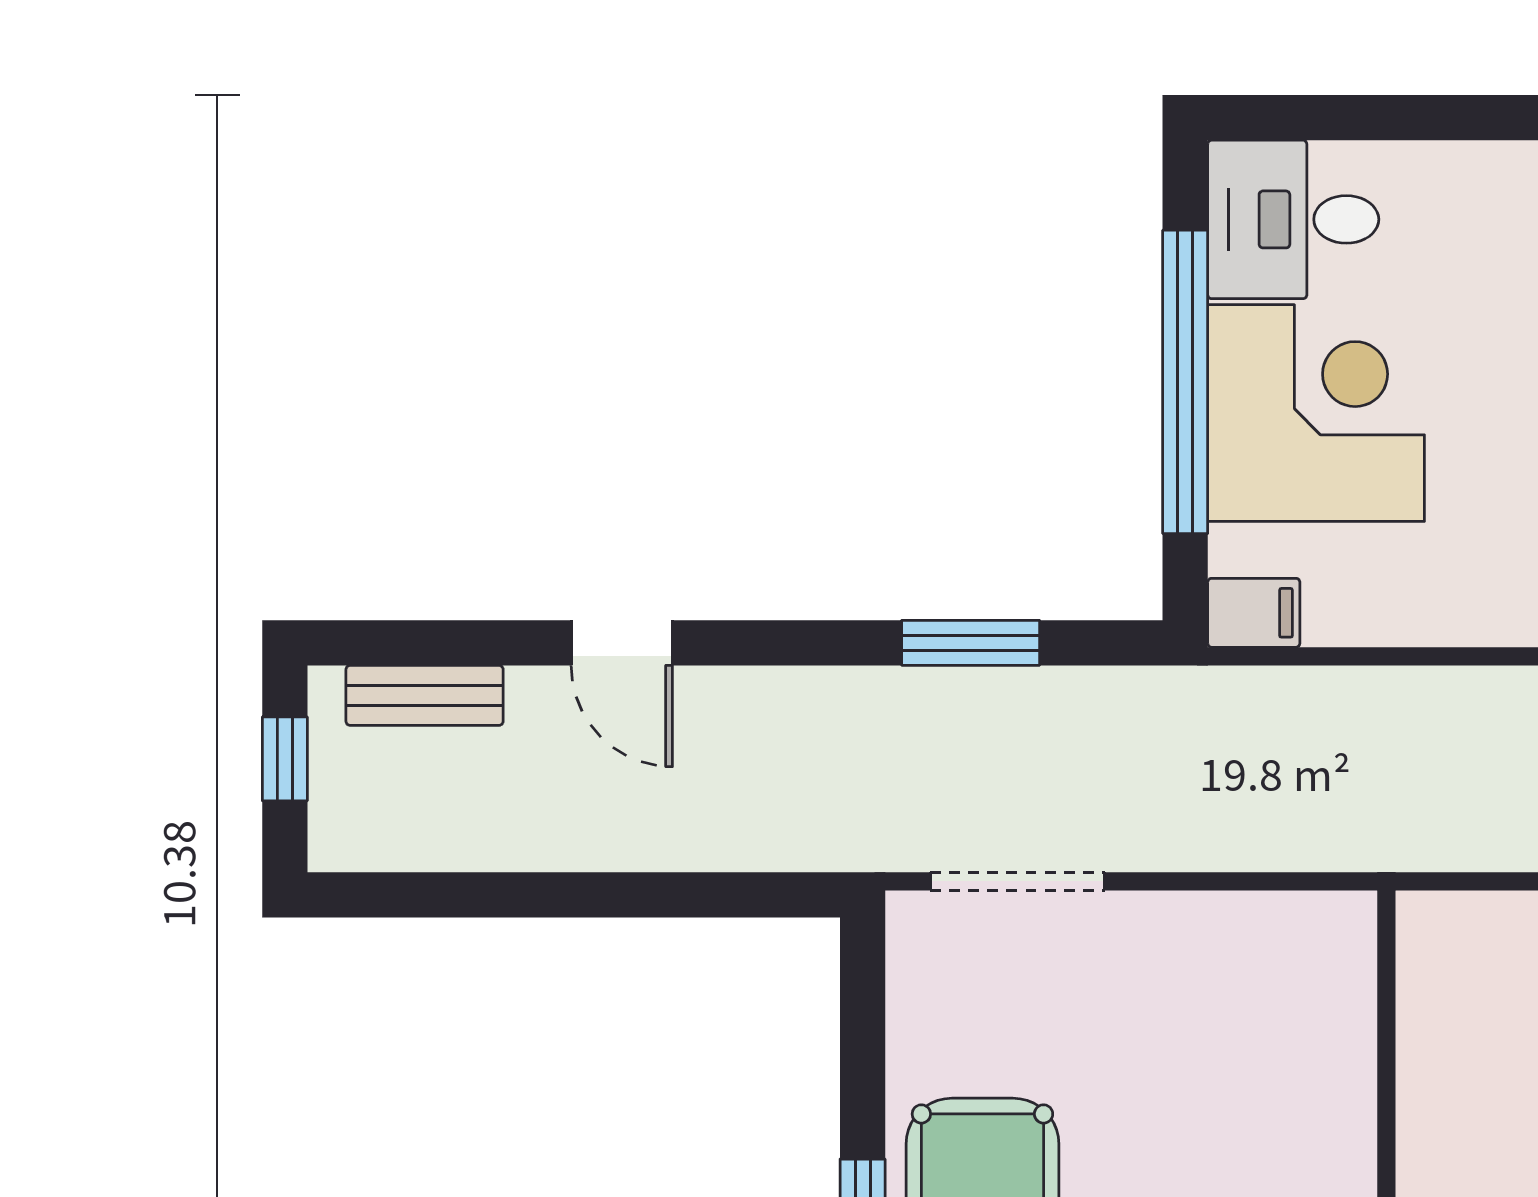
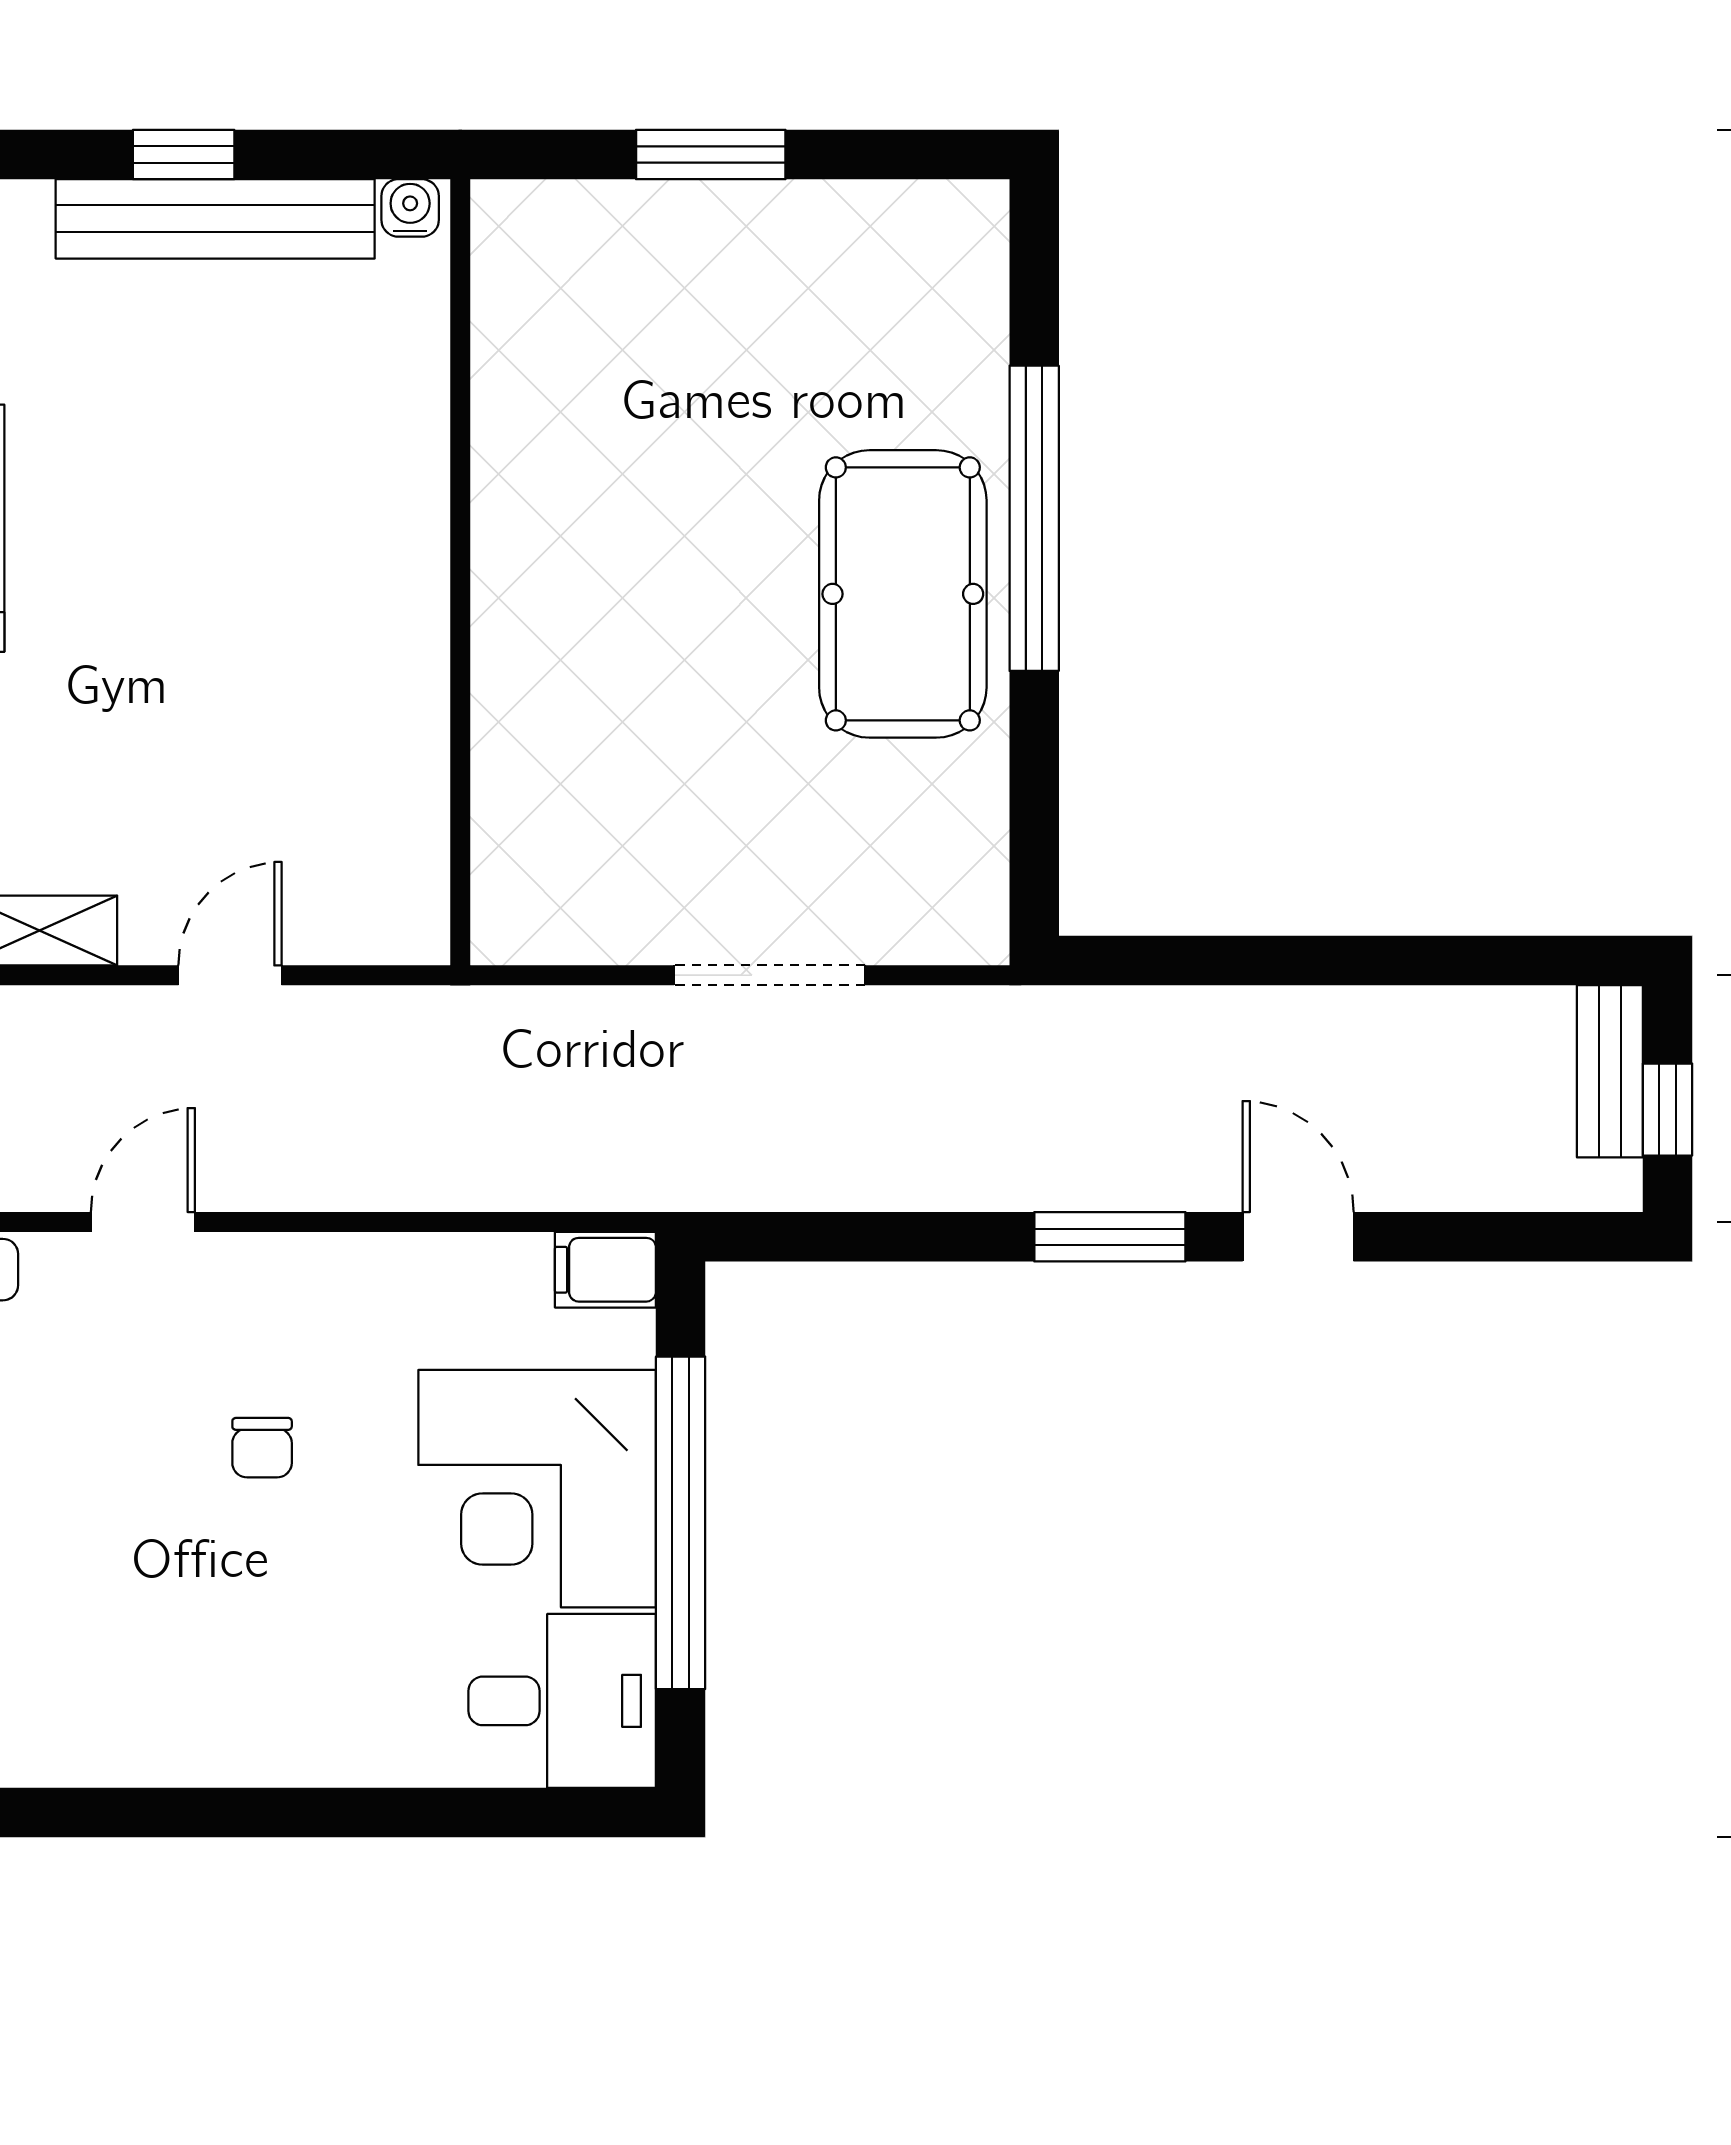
window: (971, 643) -> (1110, 1237), moved
bench: (425, 695) -> (1610, 1071), moved, turned 90
doorway: (1017, 881) -> (769, 975), moved

